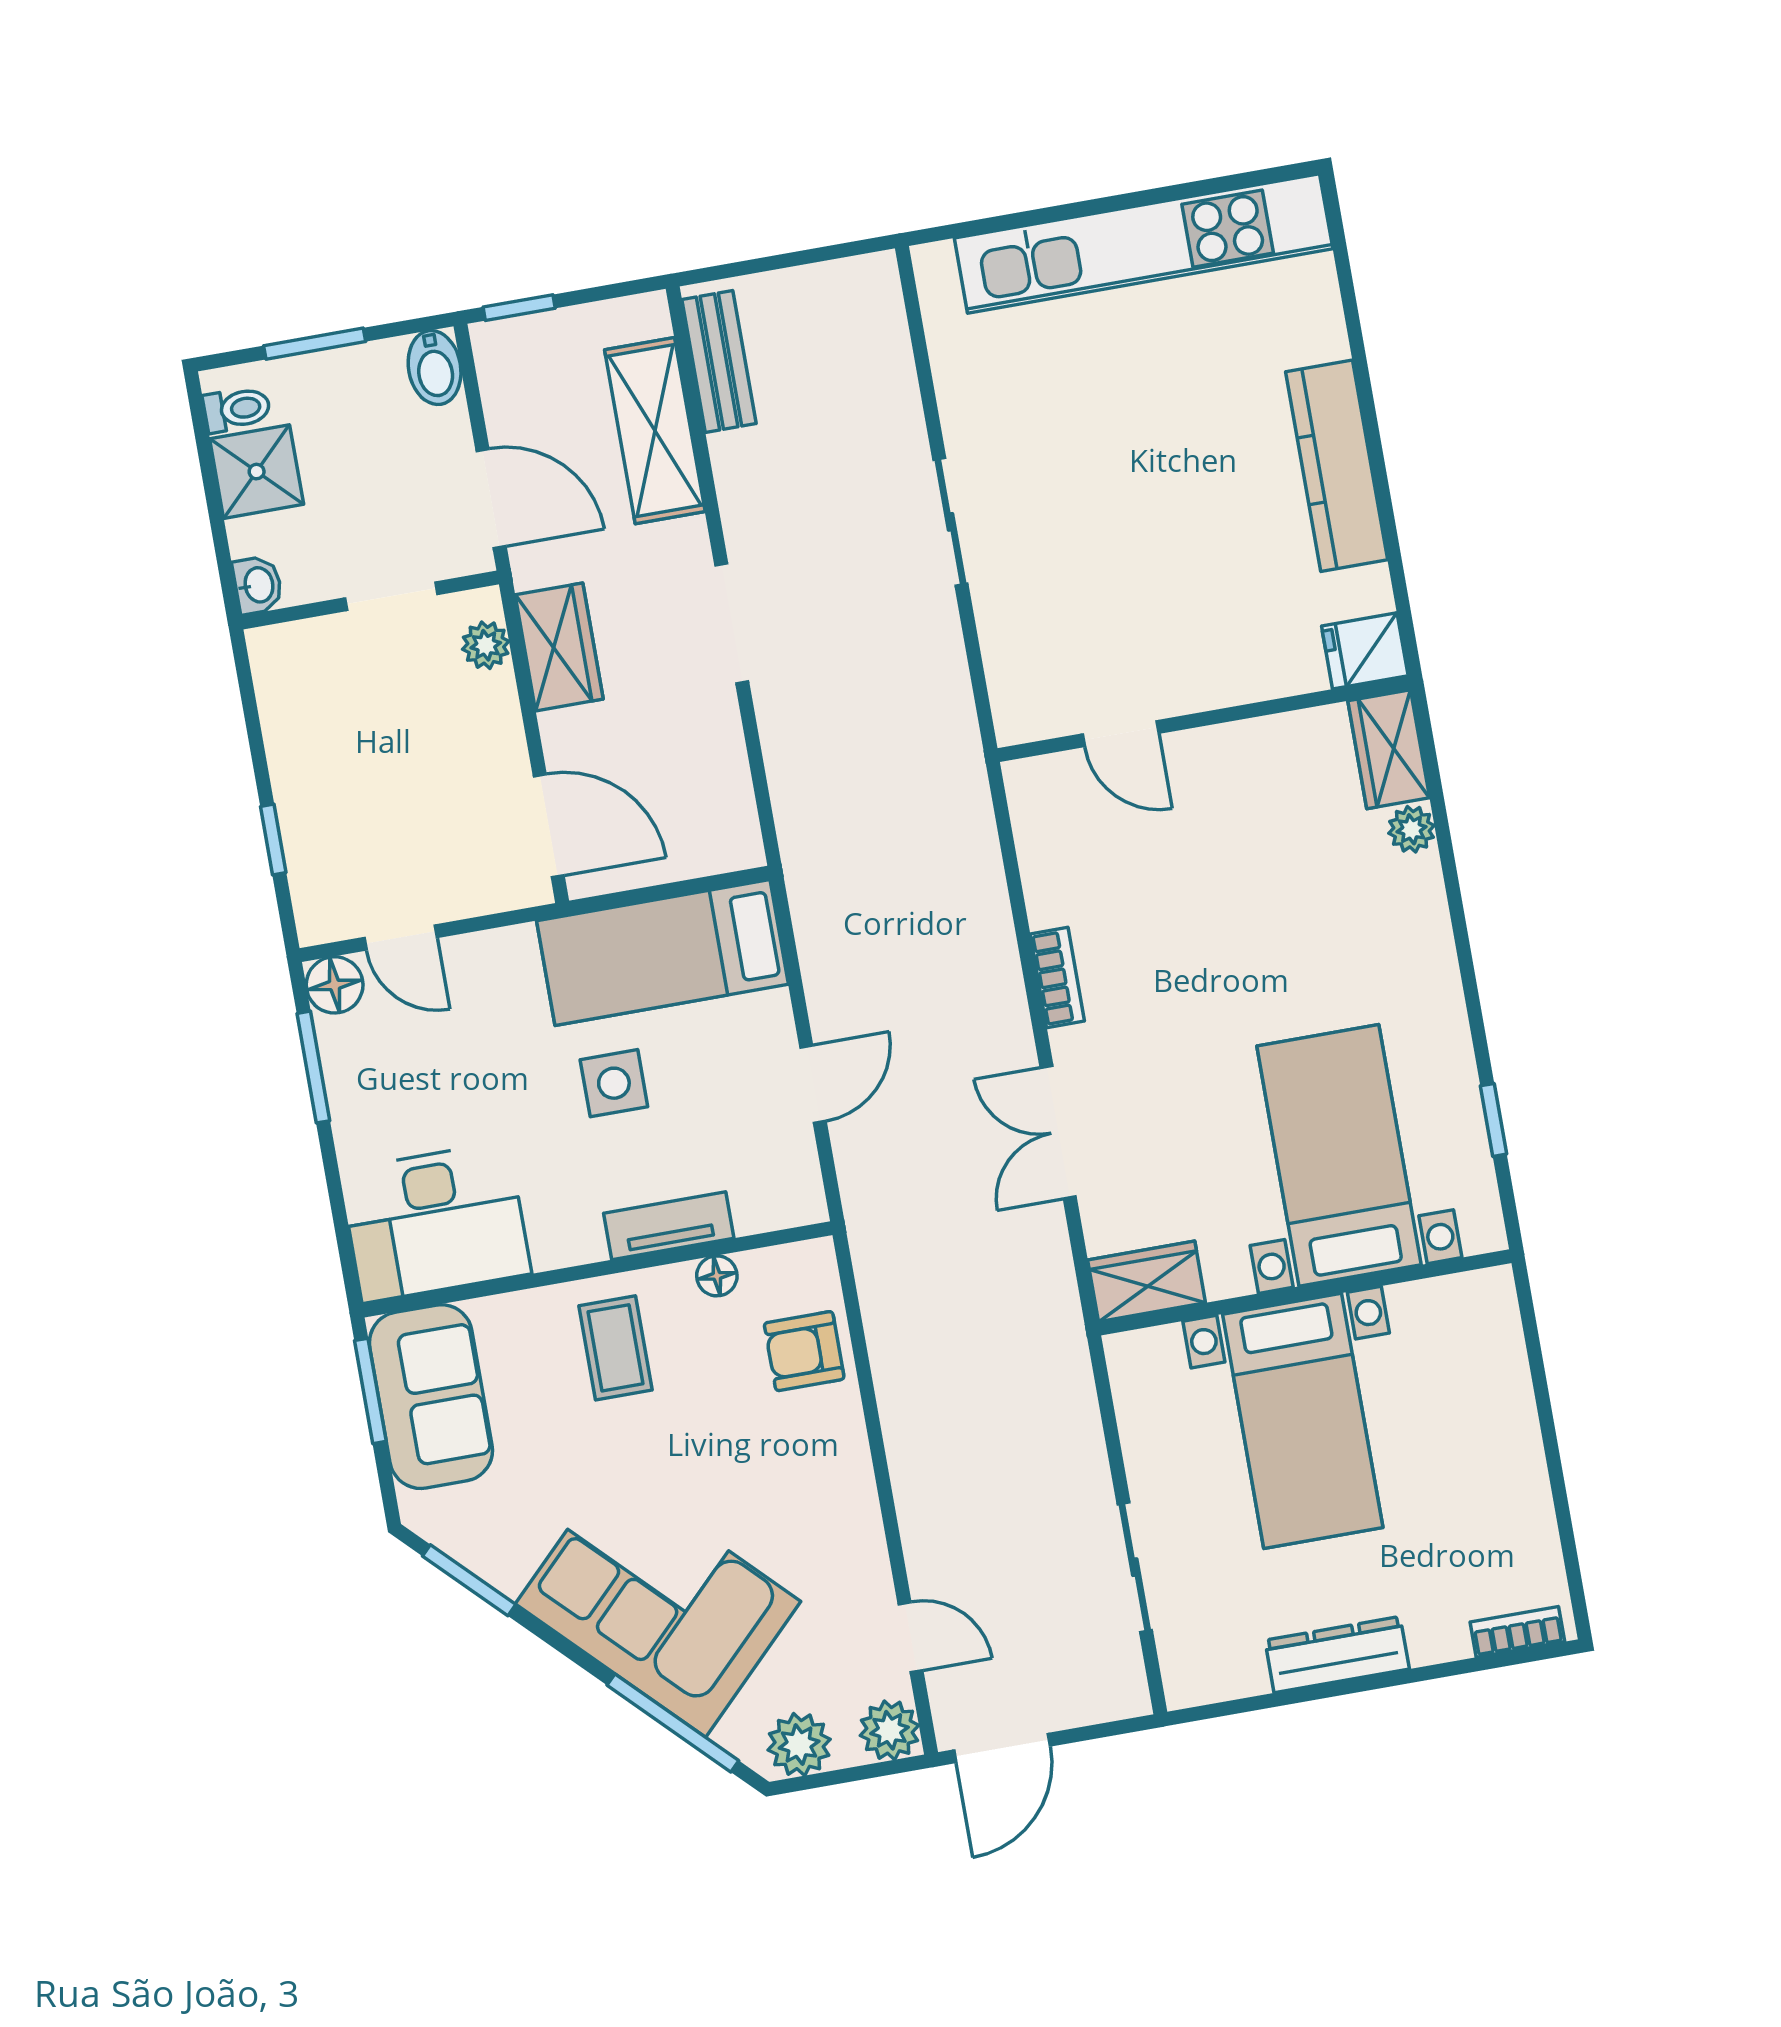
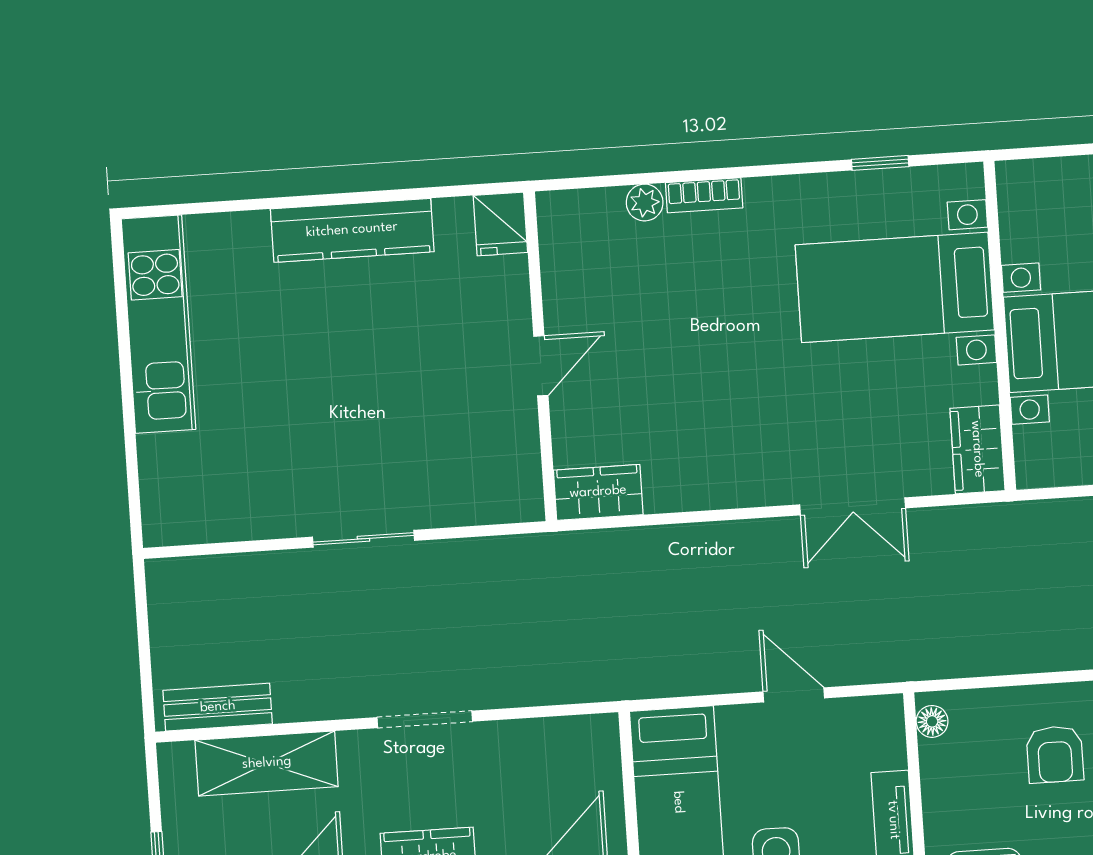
kitchen unit: (1144, 243) -> (158, 324), width x0.73
door: (1121, 734) -> (541, 366), moved
wardrobe: (1389, 749) -> (598, 492), moved, turned 180
bookcase: (1057, 978) -> (704, 195), moved, turned 180
floor lamp: (717, 1276) -> (932, 721), moved
armchair: (804, 1351) -> (1055, 754), moved

